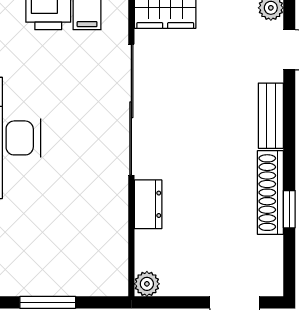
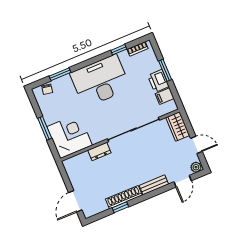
corner desk: (87, 255) -> (70, 136), added
plant: (147, 284) -> (68, 164), removed

